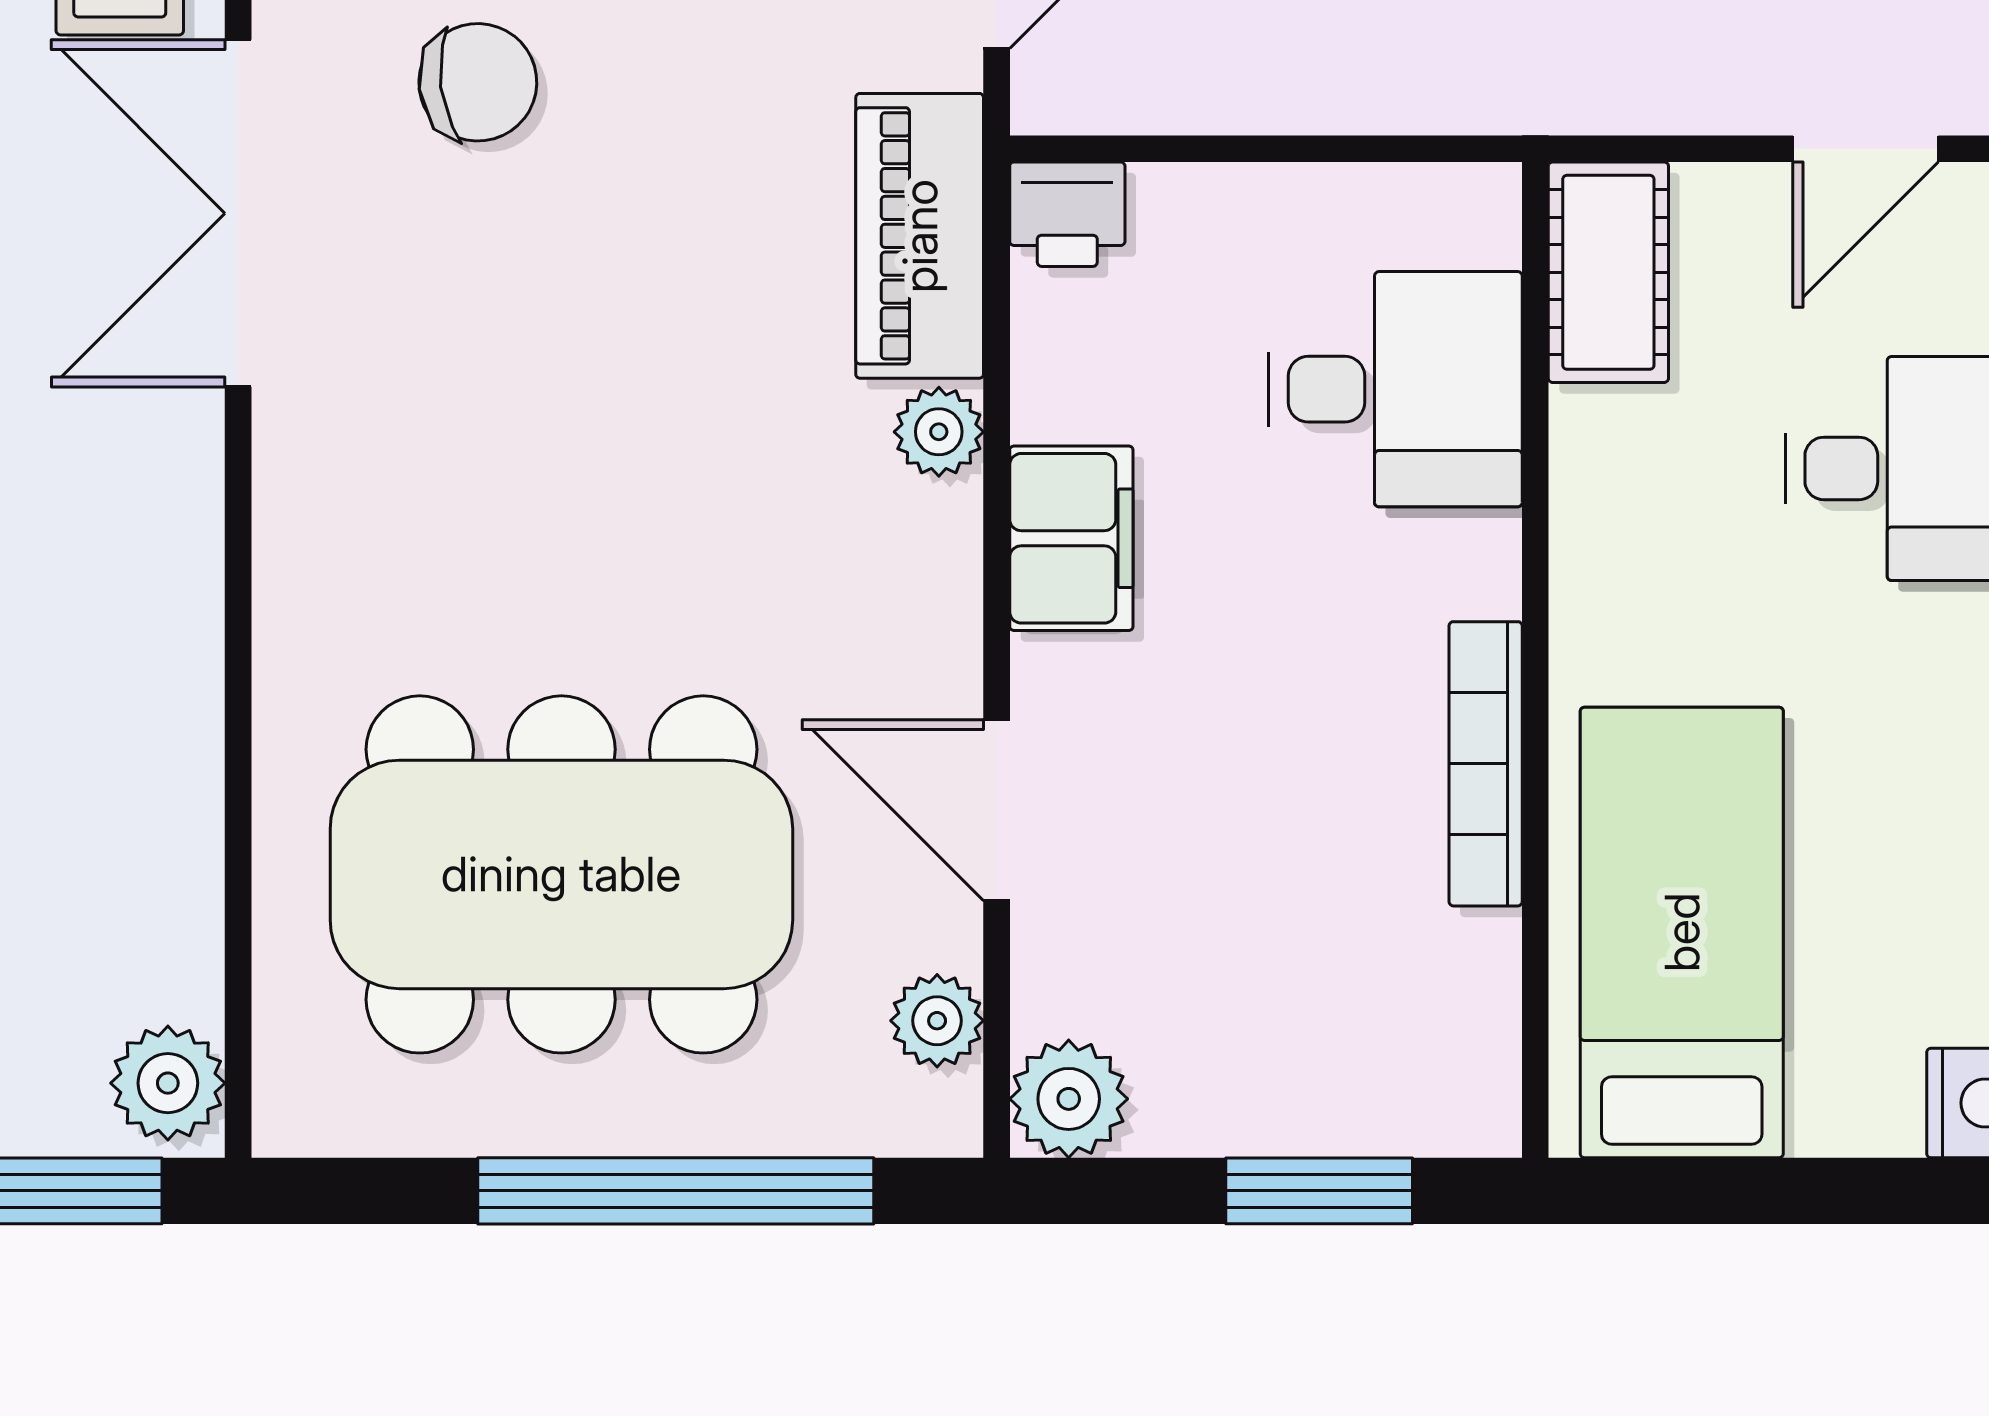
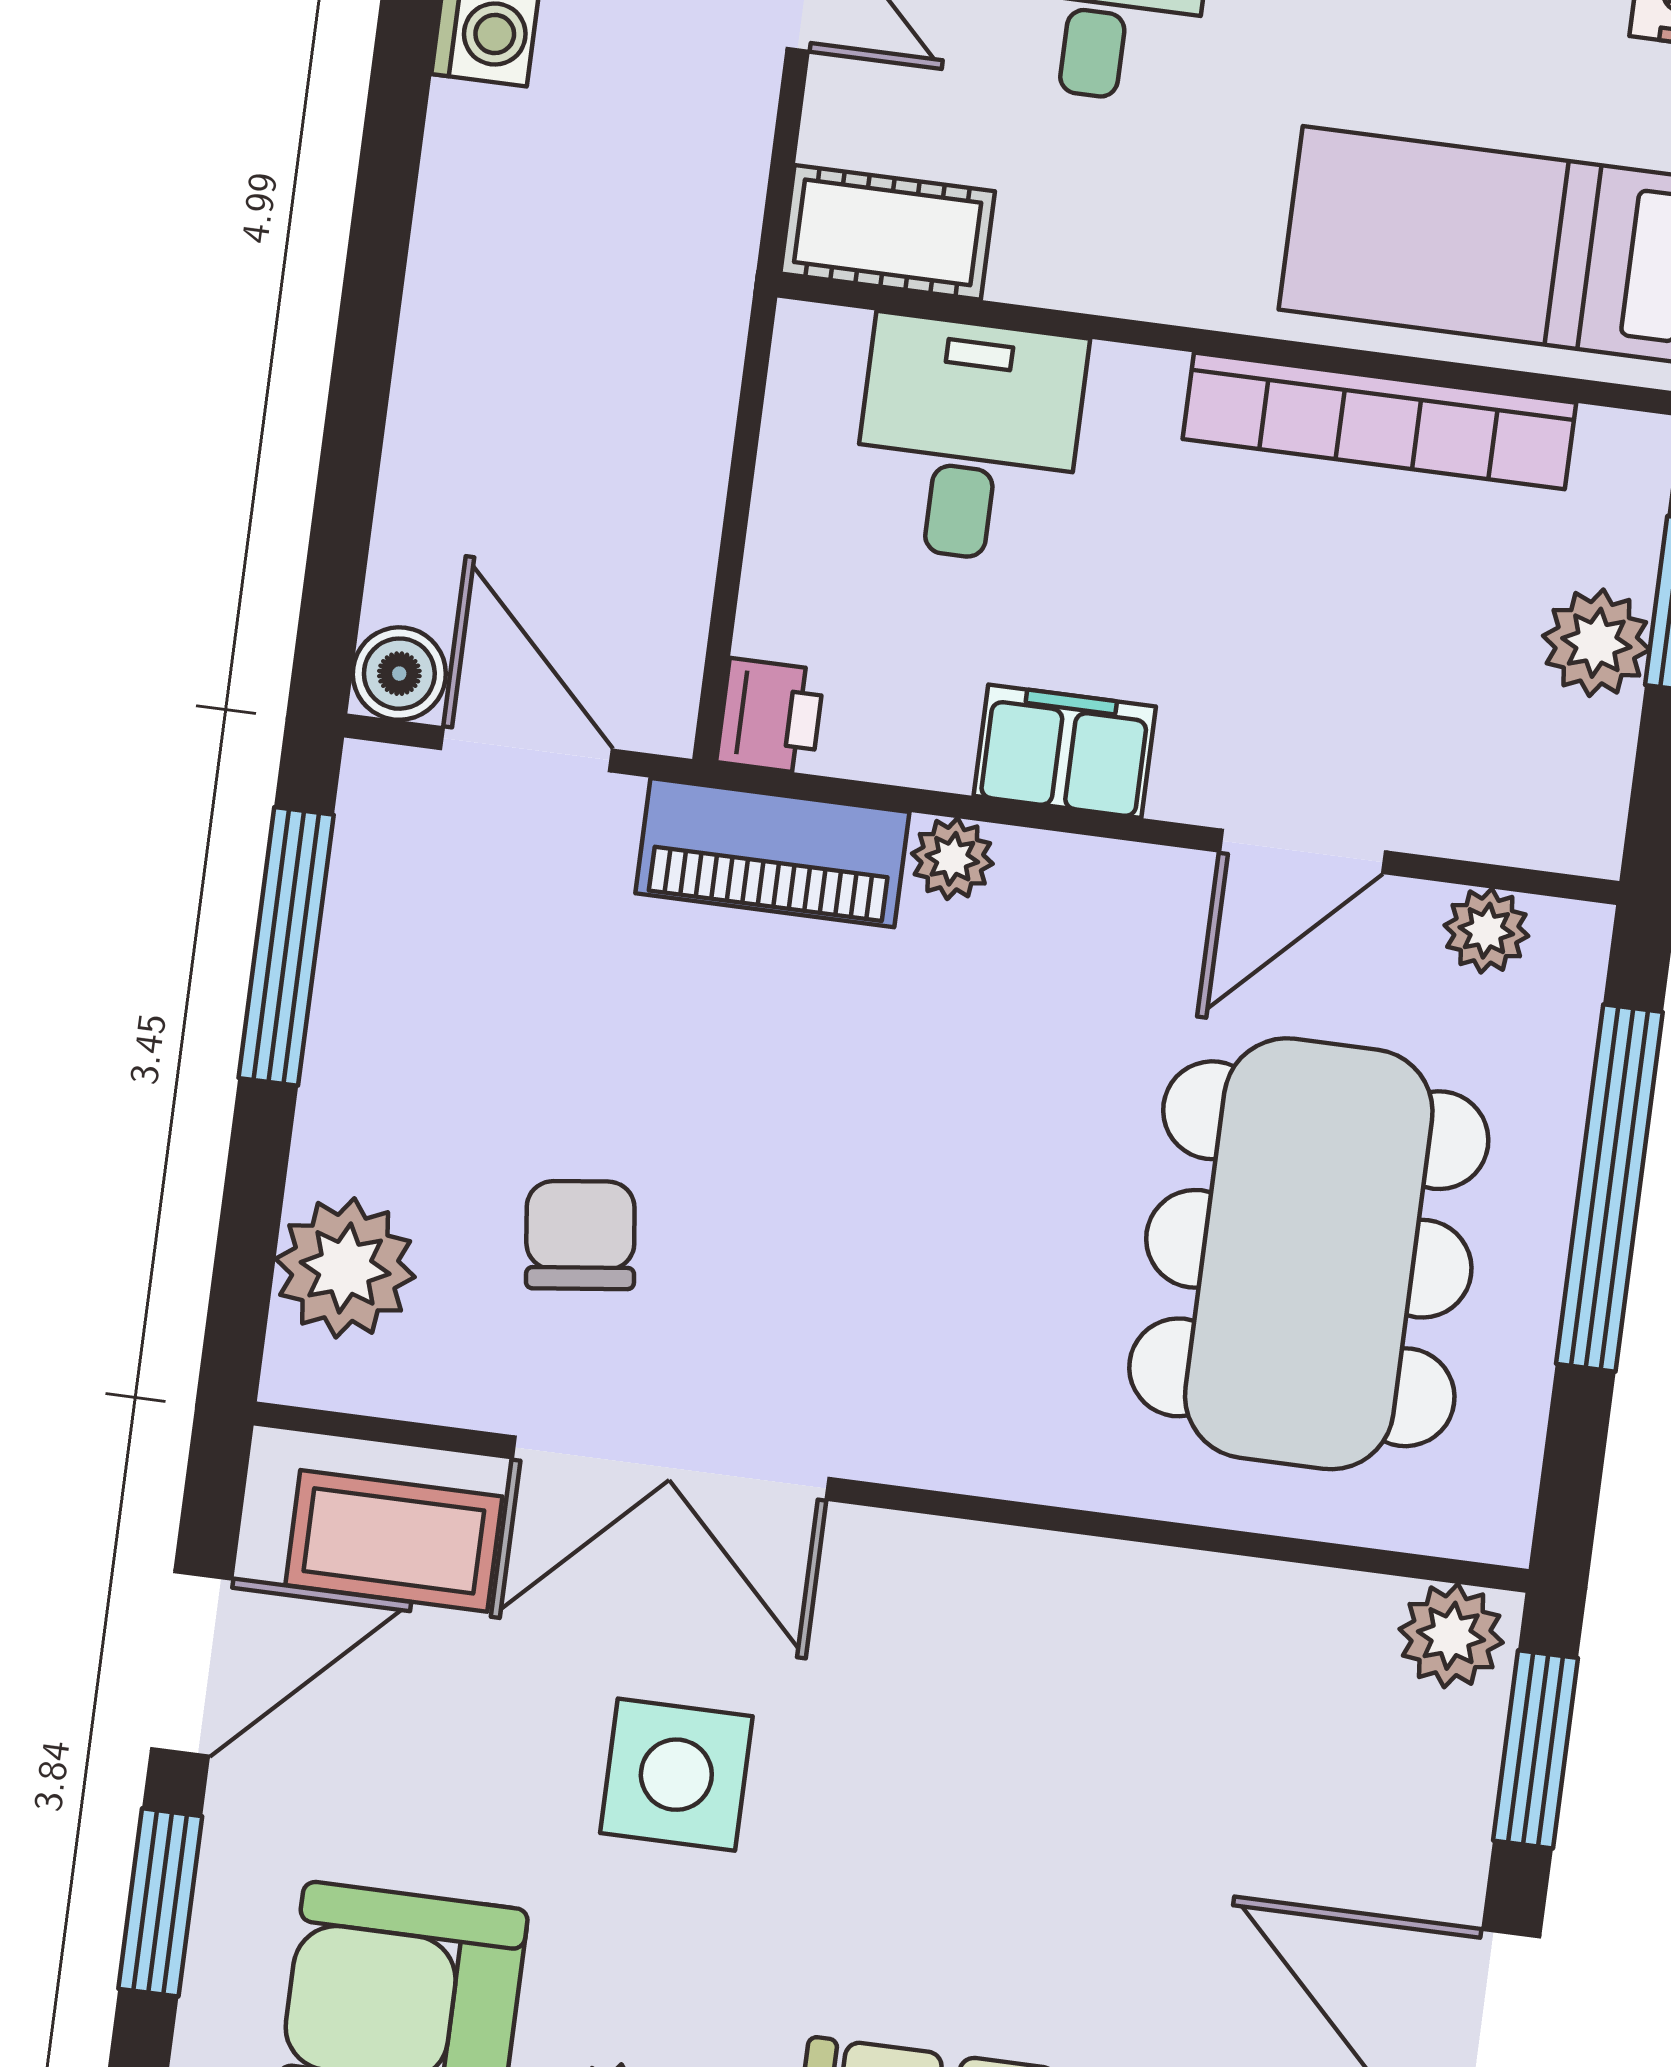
bookcase: (1486, 764) -> (1379, 421), width x1.48, depth x1.31
plant: (1069, 1099) -> (1596, 643), moved

